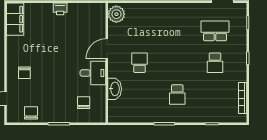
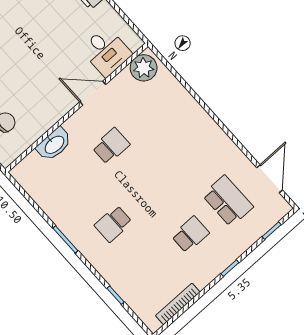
school desk: (215, 63) -> (190, 234), turned 180
desk: (93, 73) -> (106, 52), moved

